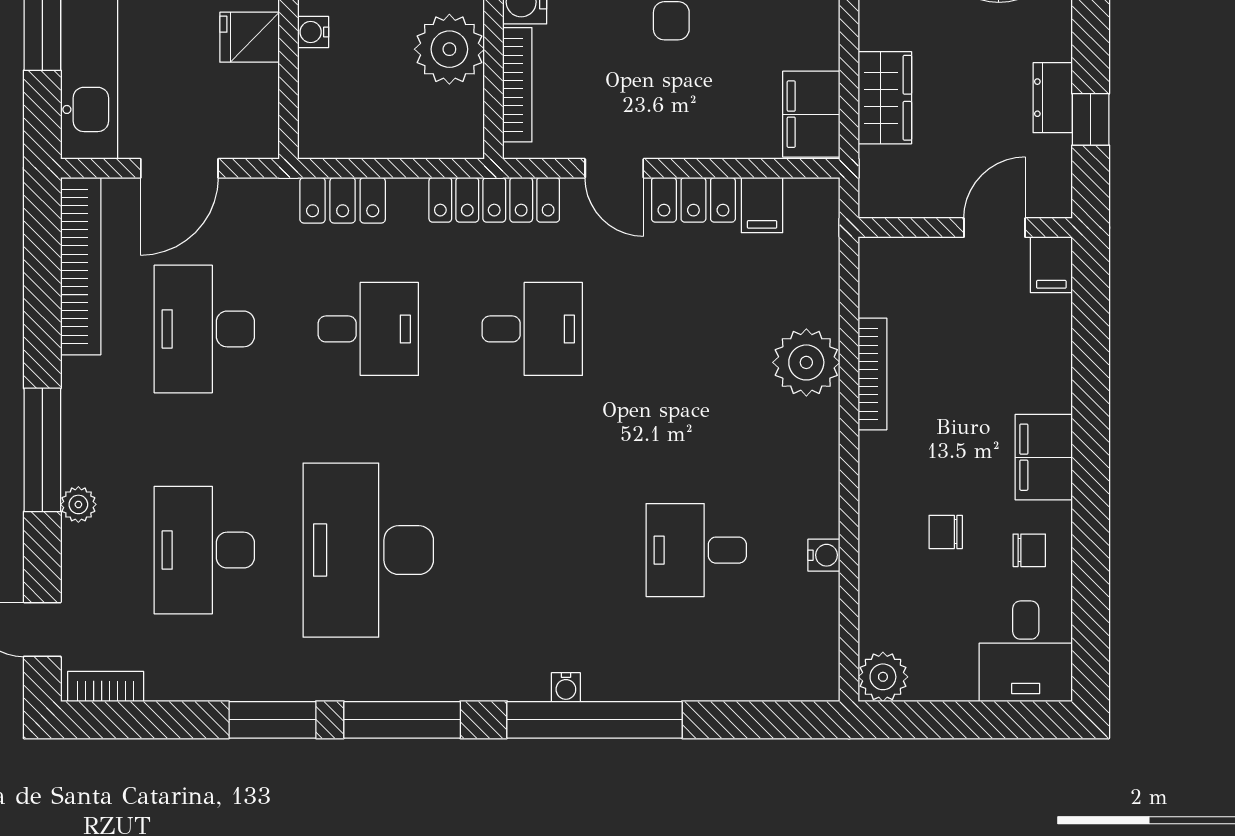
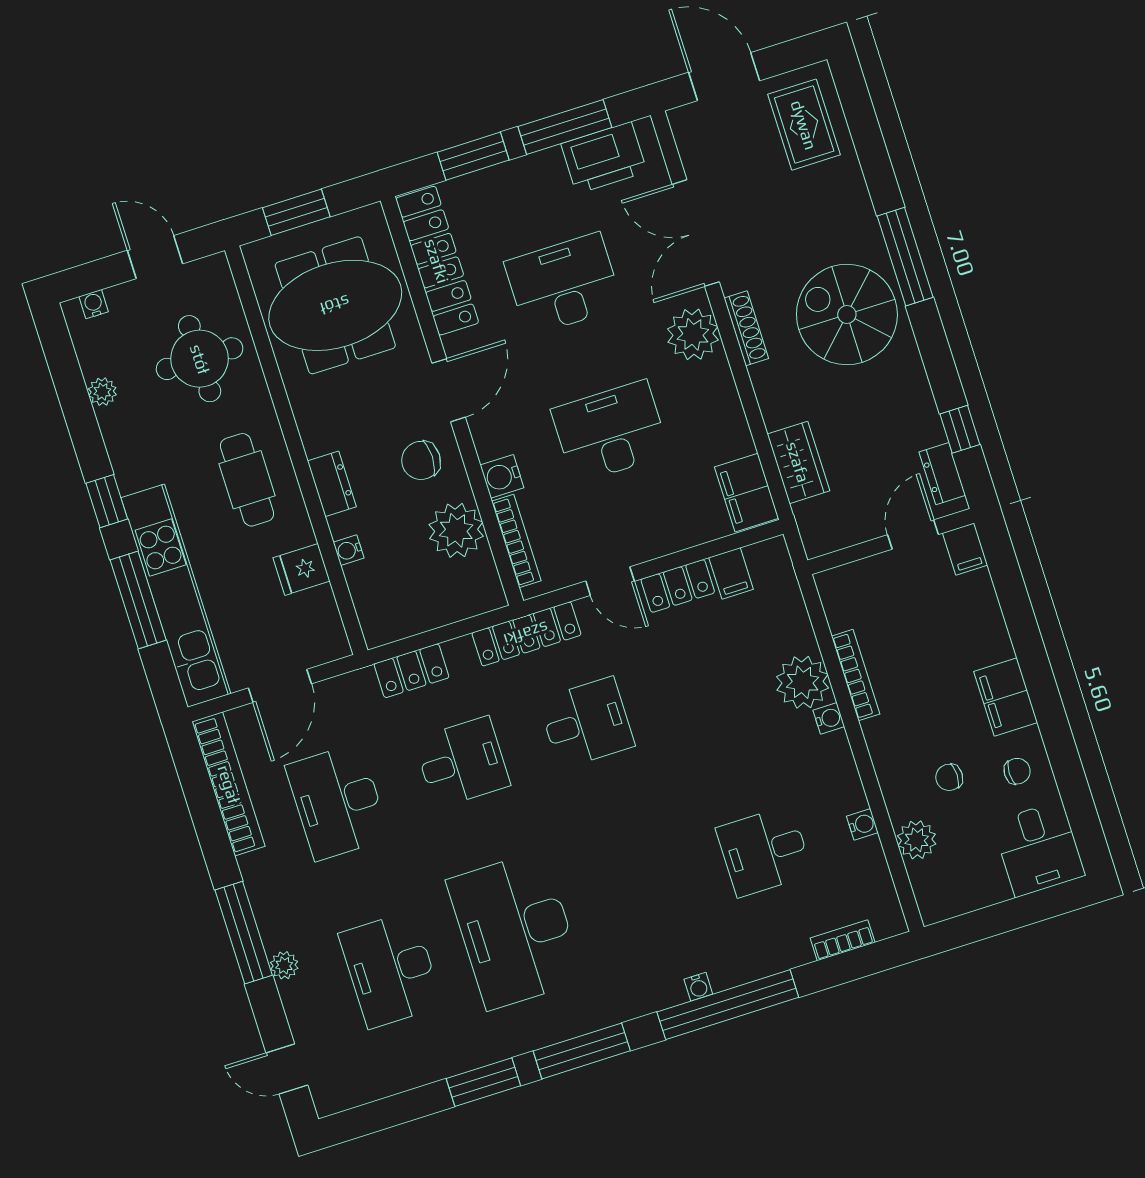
dresser: (1053, 98) -> (942, 474), moved
water cooler: (824, 416) -> (829, 718), added
plant: (883, 677) -> (917, 840), moved
bookcase: (106, 686) -> (843, 940), moved

